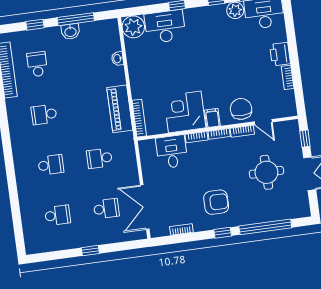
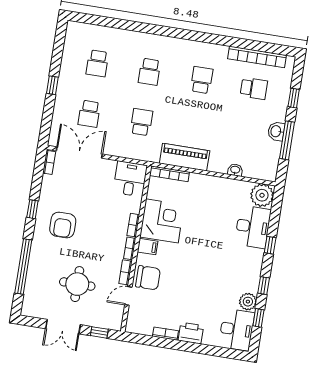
desk: (172, 152) -> (130, 179), moved, turned -90
bookcase: (181, 229) -> (49, 162), moved
window: (223, 233) -> (32, 209), moved

